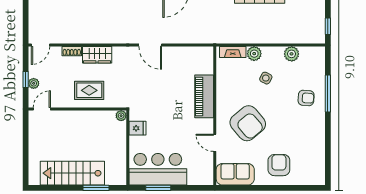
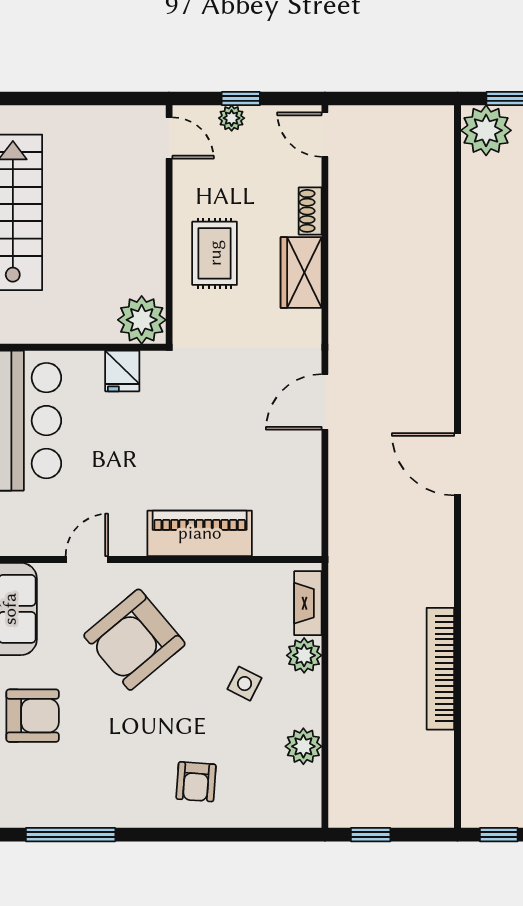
window: (328, 93) -> (71, 835), moved
plant: (121, 116) -> (142, 320), width x1.87, depth x1.87

